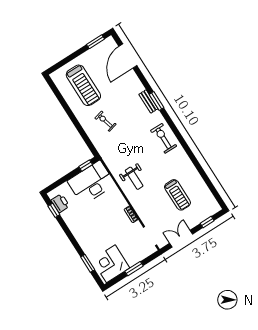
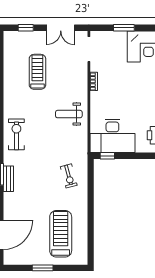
window: (96, 42) -> (43, 268), moved
exercise bike: (105, 121) -> (69, 176), moved
exercise bike: (164, 138) -> (16, 134), turned 180
weight bench: (134, 178) -> (69, 114), turned -90

